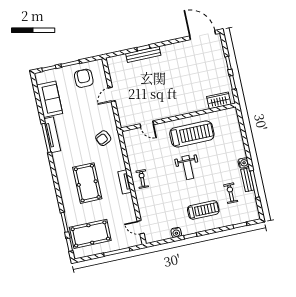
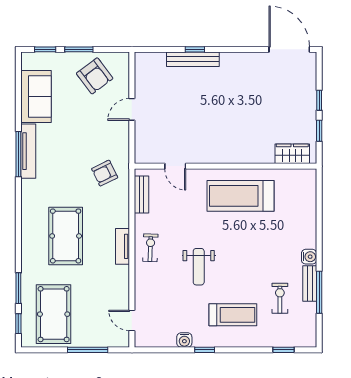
armchair: (84, 78) -> (95, 76), turned 143
treadmill: (192, 134) -> (240, 196), turned 180
bench: (129, 147) -> (142, 195), added
weight bench: (188, 168) -> (199, 267), moved
pool table: (90, 234) -> (54, 314), turned 90

